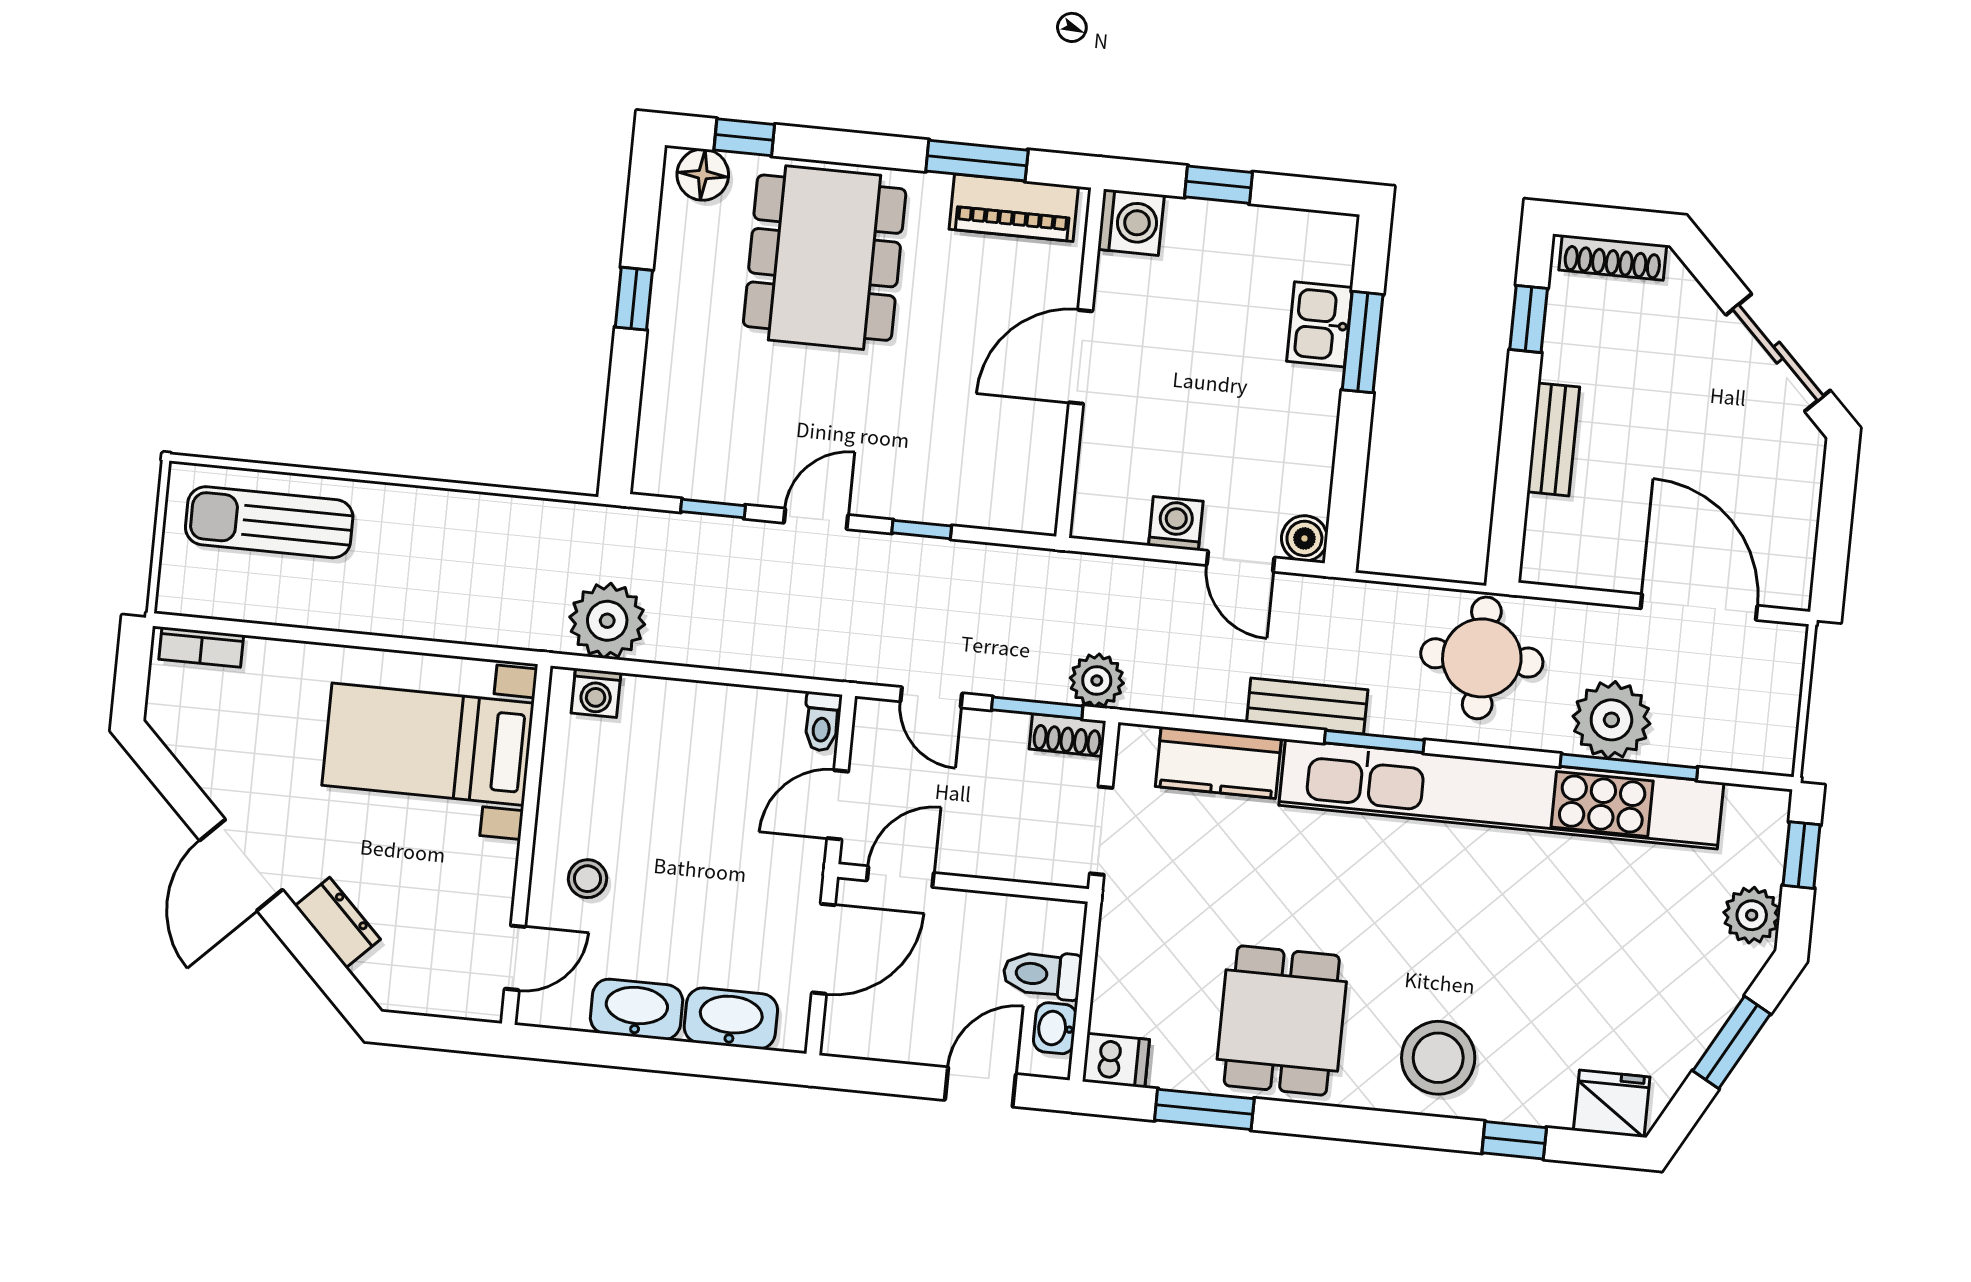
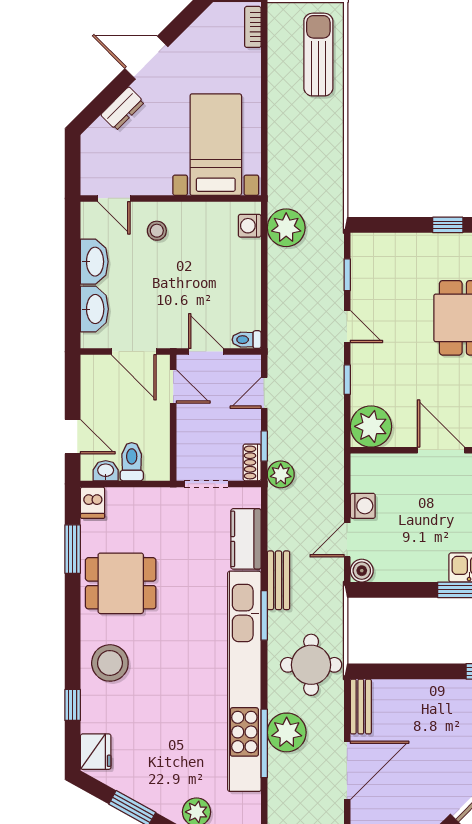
bench: (1553, 439) -> (361, 707), moved, turned 90
plant: (1019, 491) -> (371, 426), added
window: (1037, 708) -> (264, 446), width x0.67

